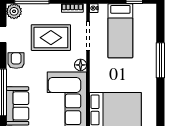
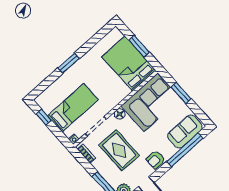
window: (160, 60) -> (69, 63), width x0.69

